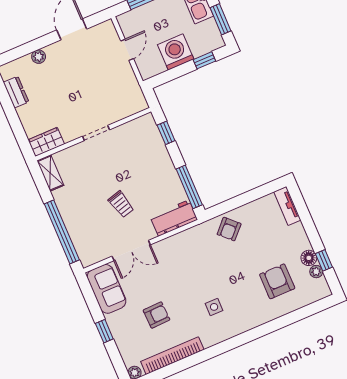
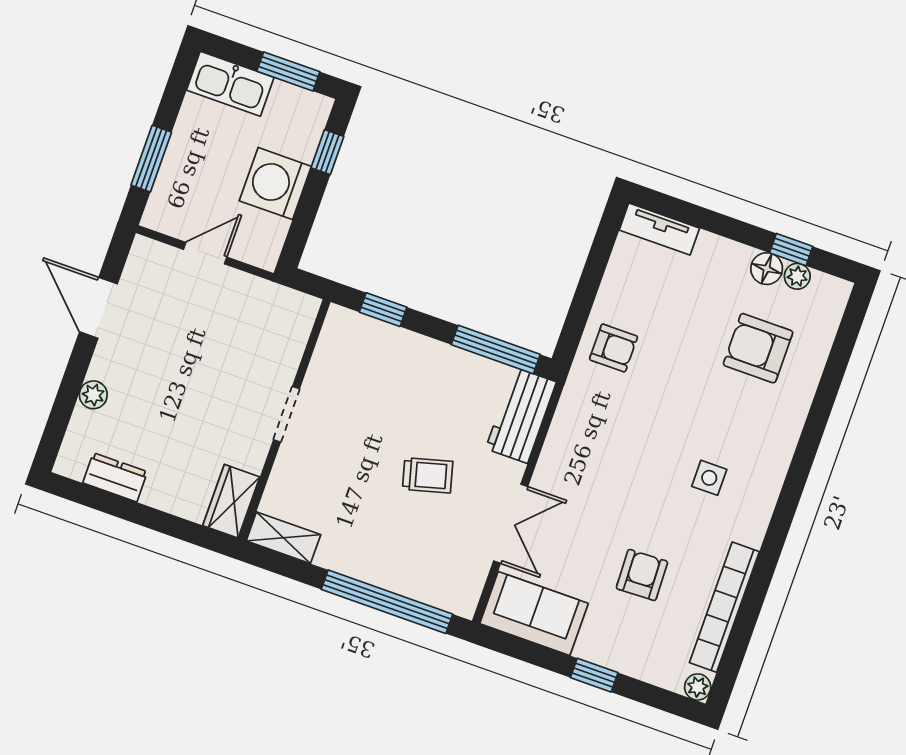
door: (127, 50) -> (205, 253), hinge flipped
armchair: (229, 229) -> (614, 348), turned -44

